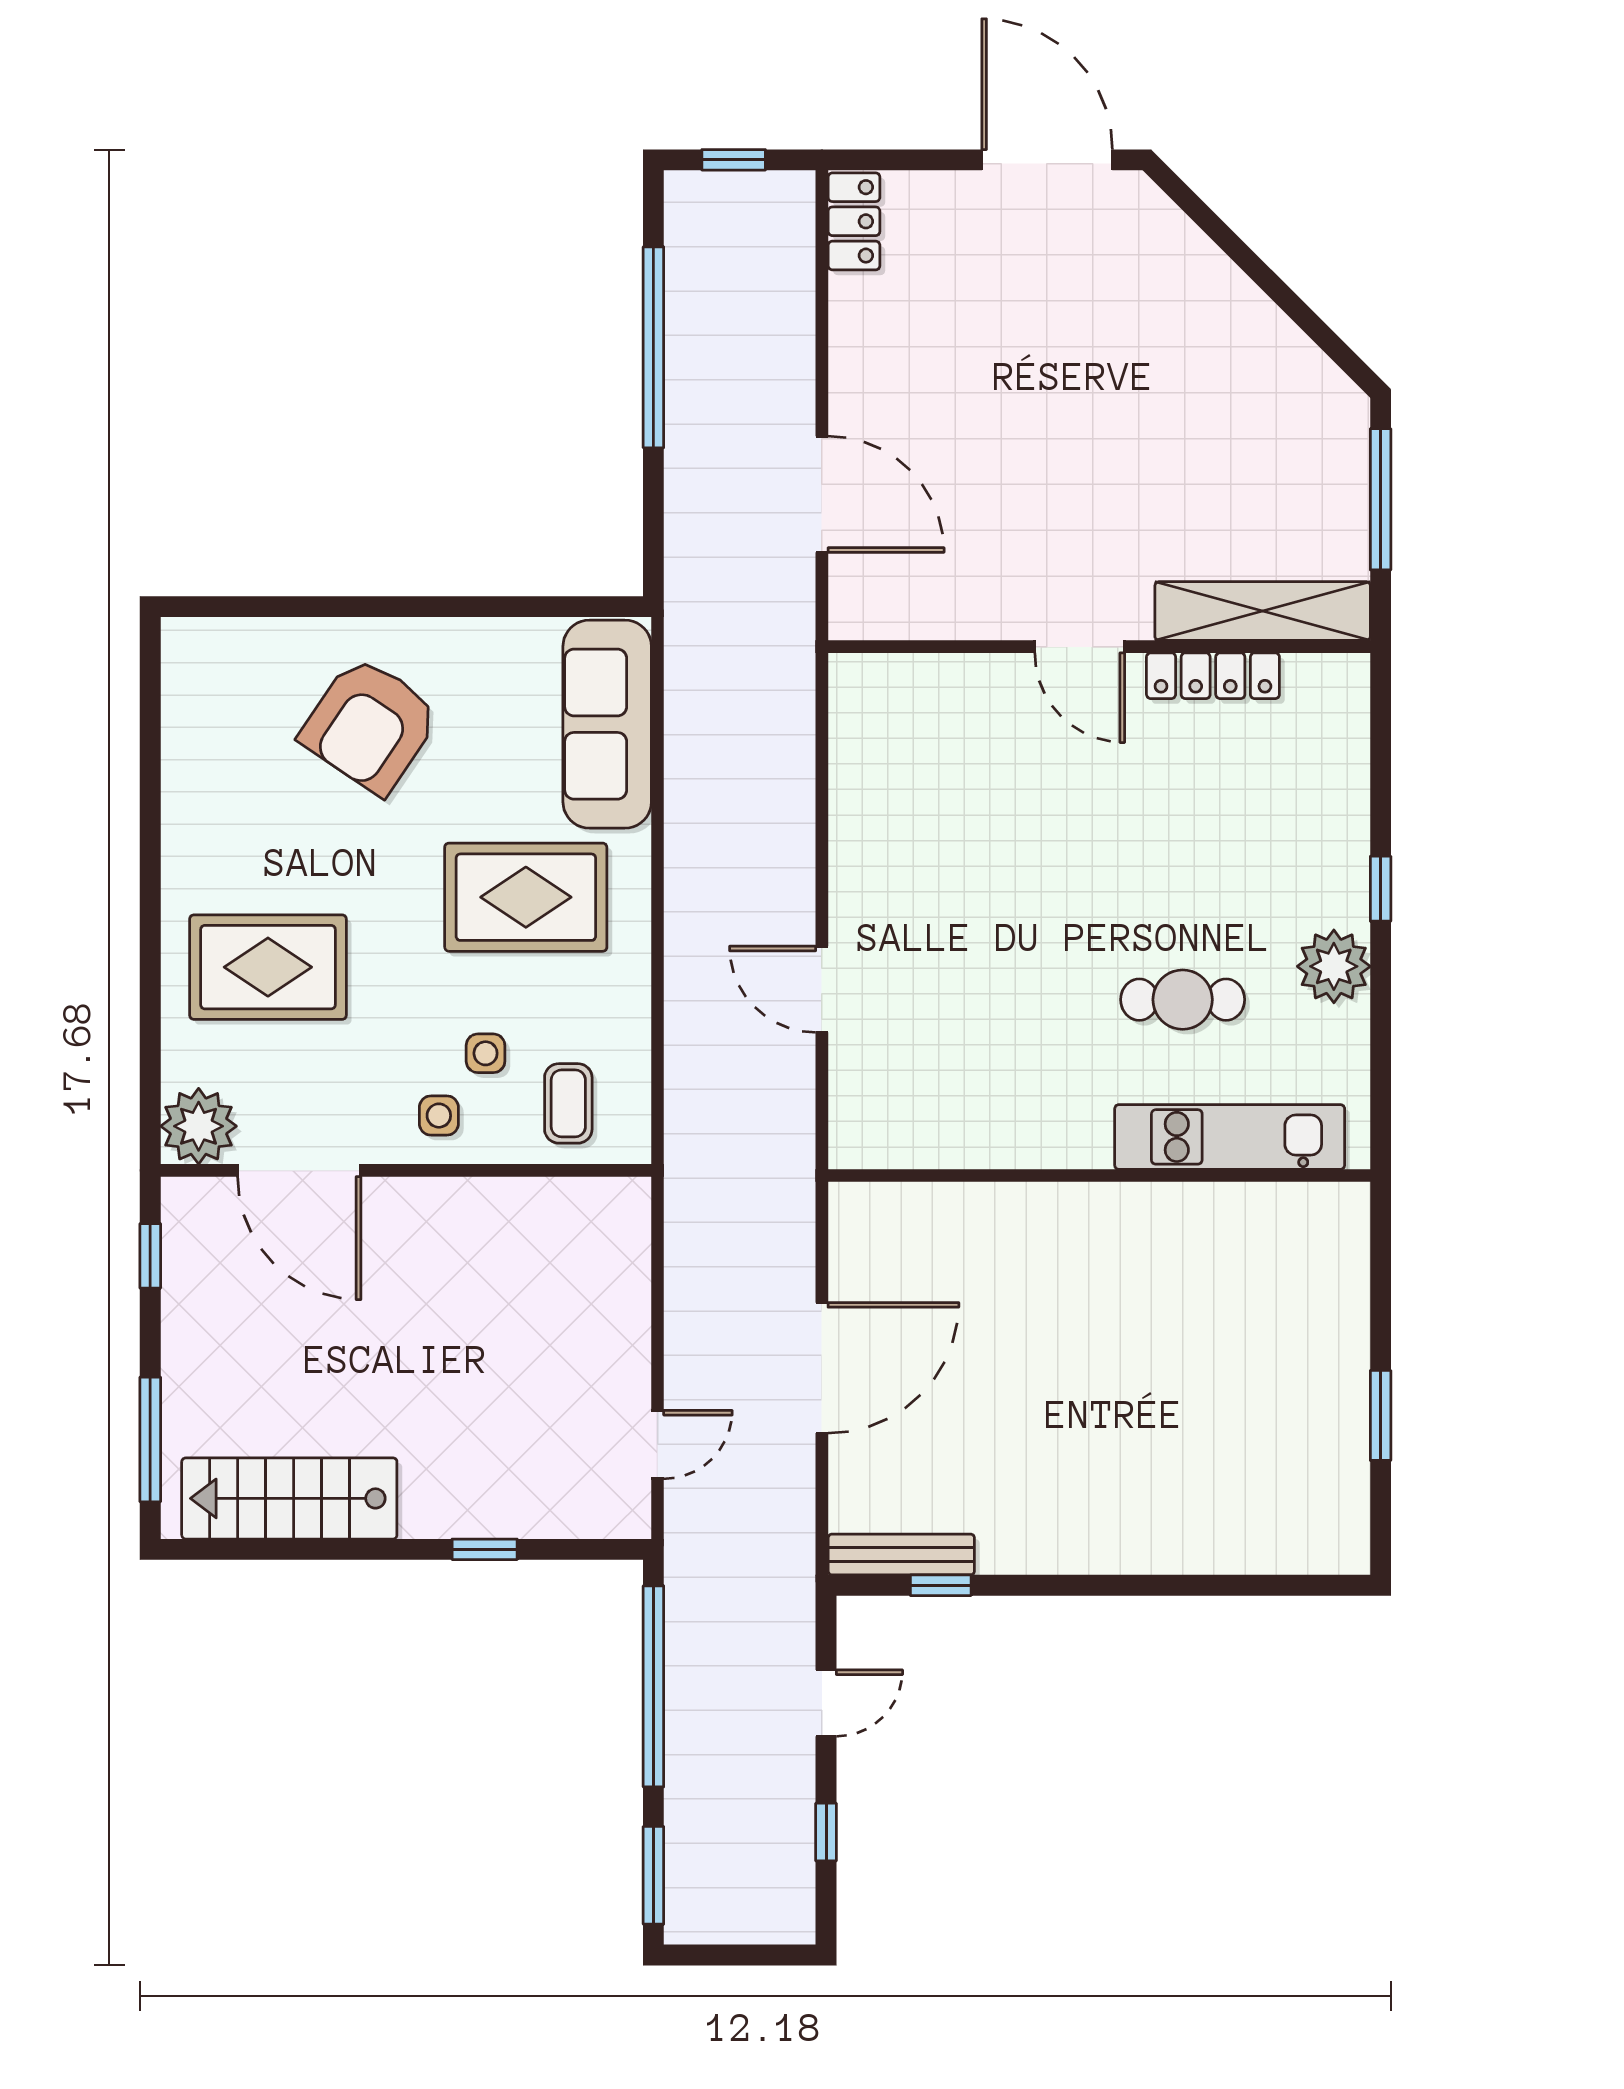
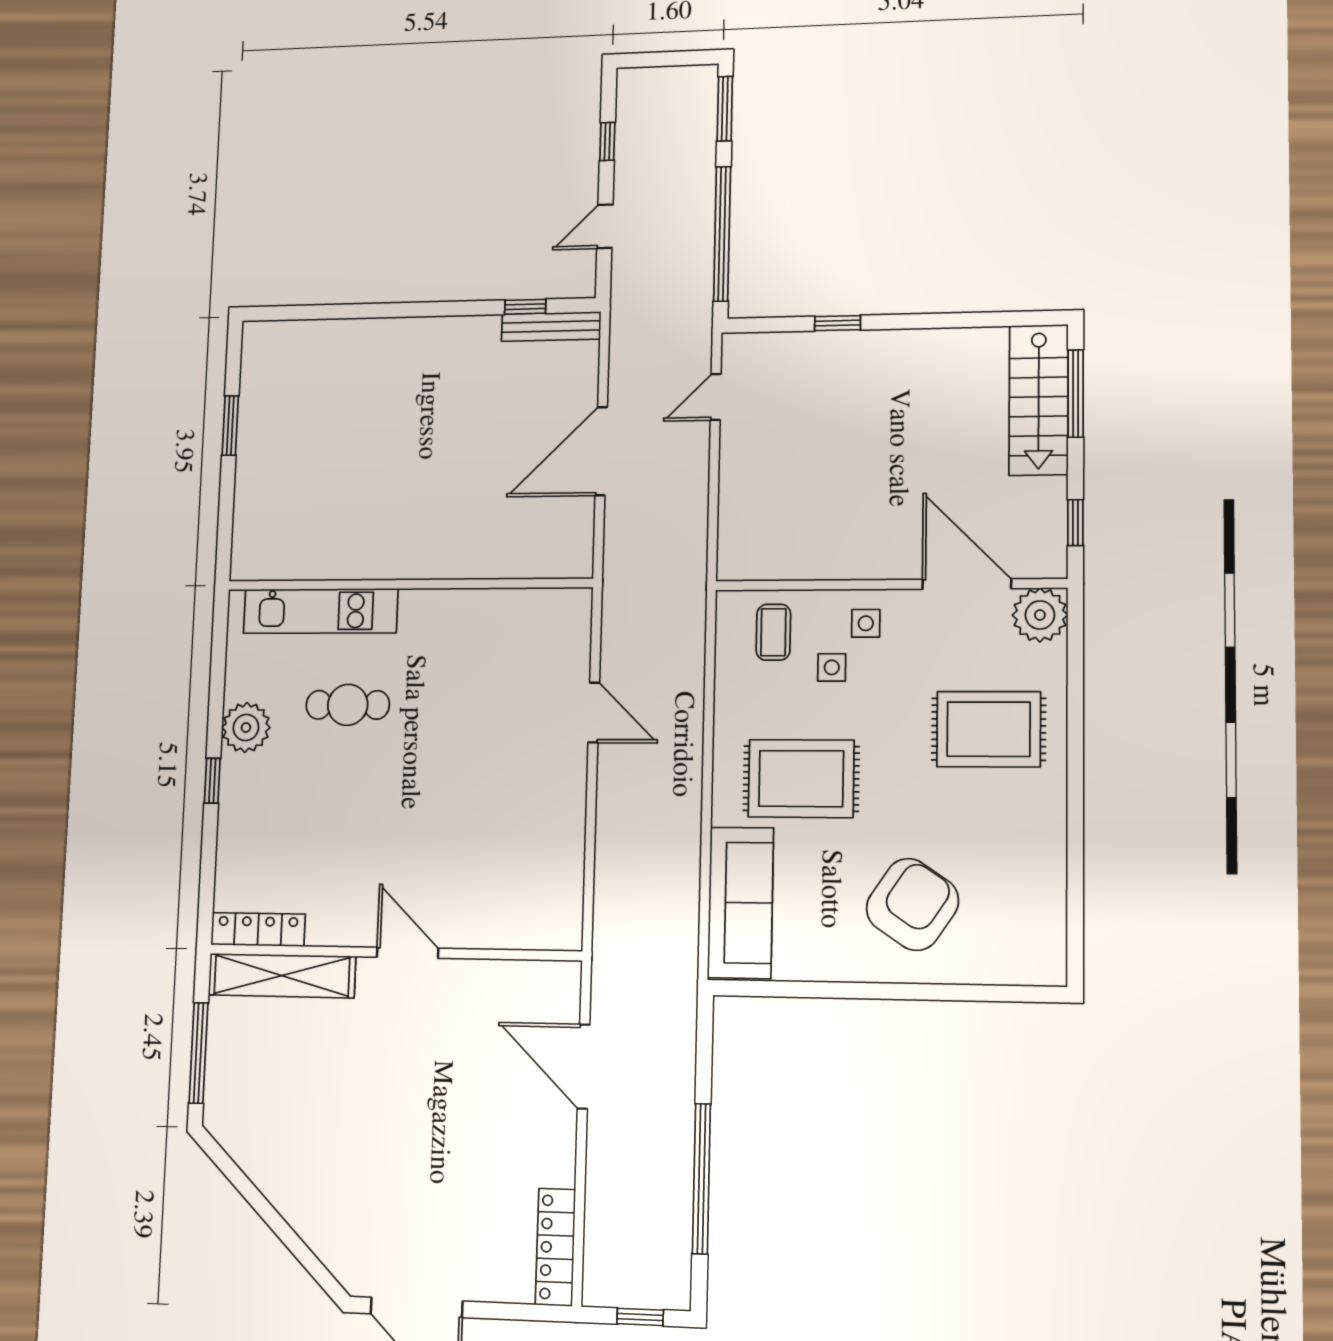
locker: (854, 221) -> (555, 1247), width x1.53
locker: (1213, 676) -> (258, 930), moved
stairs: (289, 1498) -> (1039, 400), moved, turned 90

